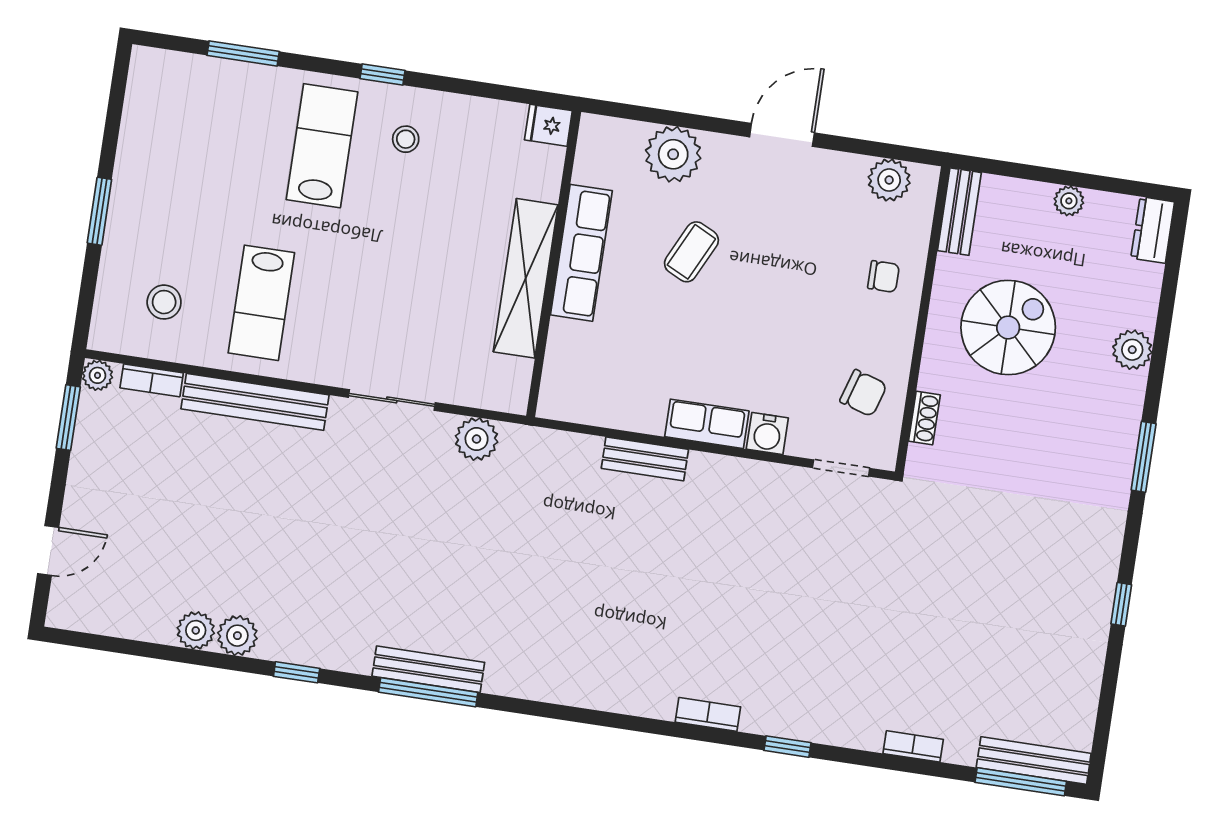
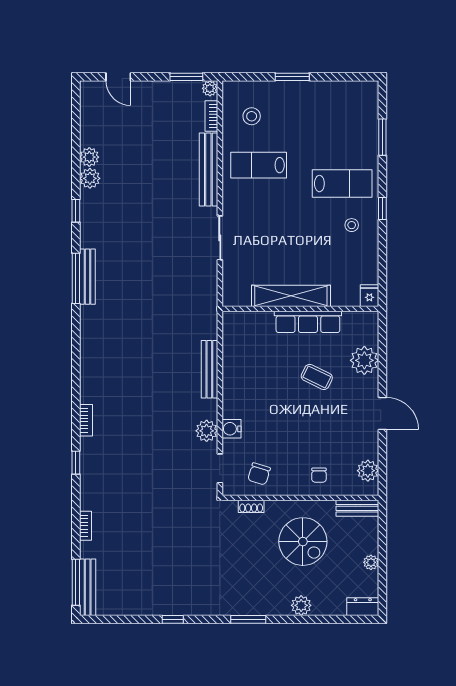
row of seats: (707, 424) -> (232, 398), removed
plant: (477, 439) -> (207, 431), moved
bench: (645, 459) -> (209, 369), width x1.36

